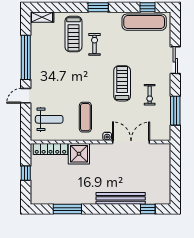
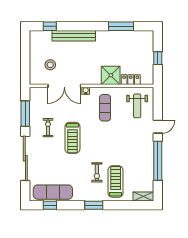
sliding door: (175, 60) -> (25, 158), width x1.86
weight bench: (49, 119) -> (137, 106), turned -90
locker: (50, 149) -> (131, 80), width x0.66
stool: (147, 166) -> (50, 65), added

